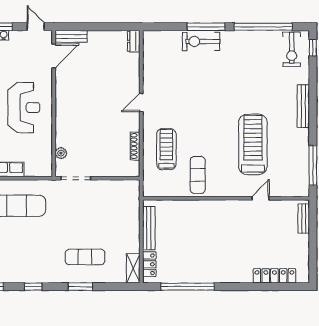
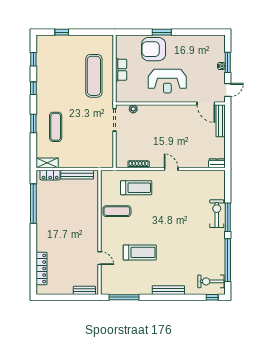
bench: (71, 36) -> (221, 121), width x1.36
treadmill: (253, 144) -> (140, 252), width x0.73, depth x0.73

